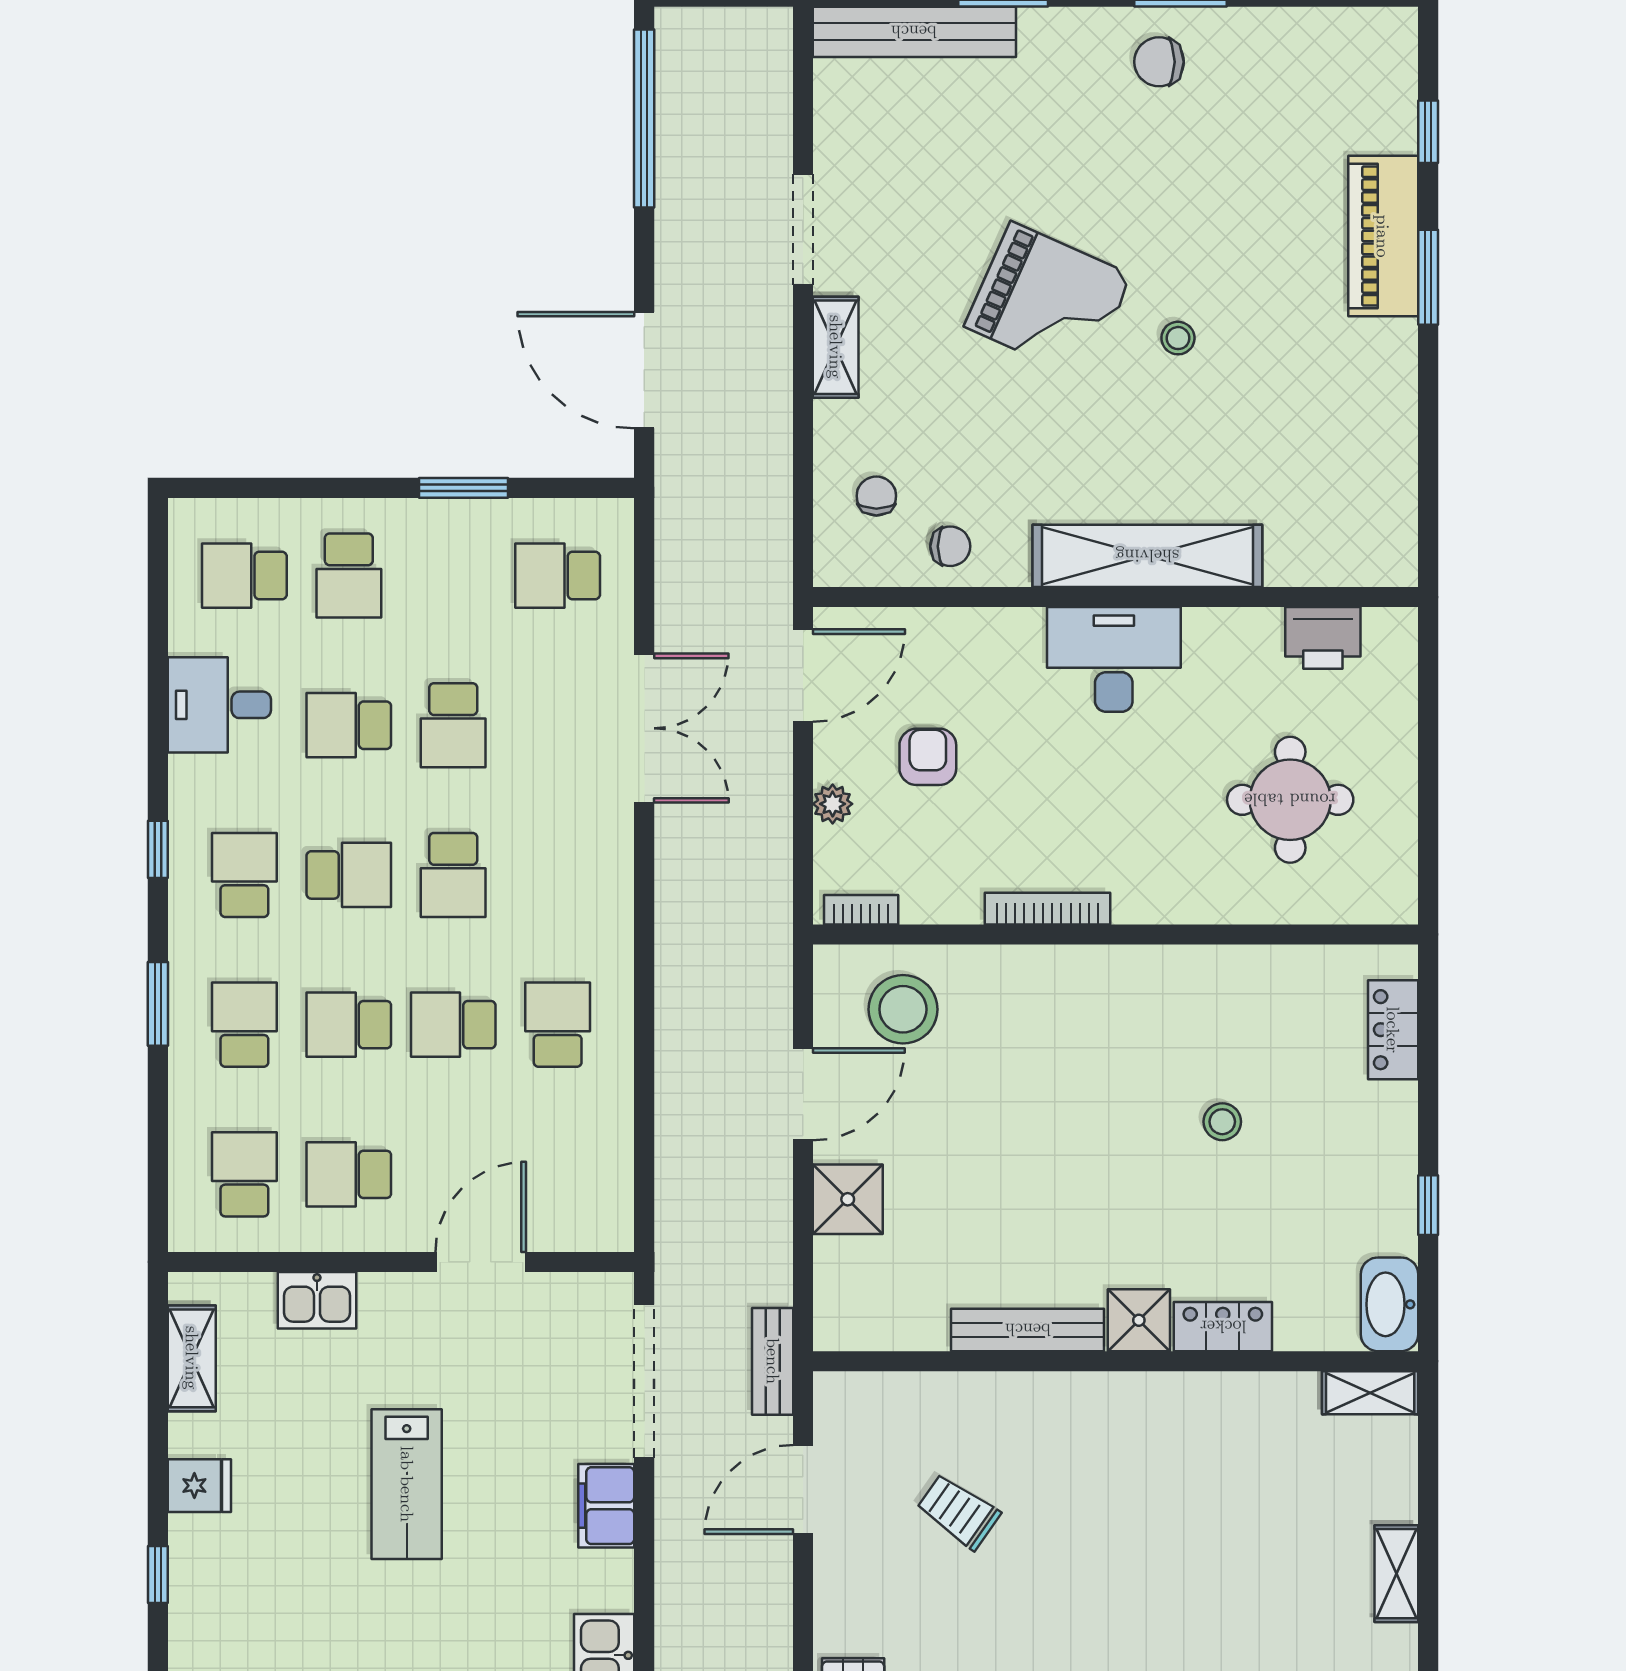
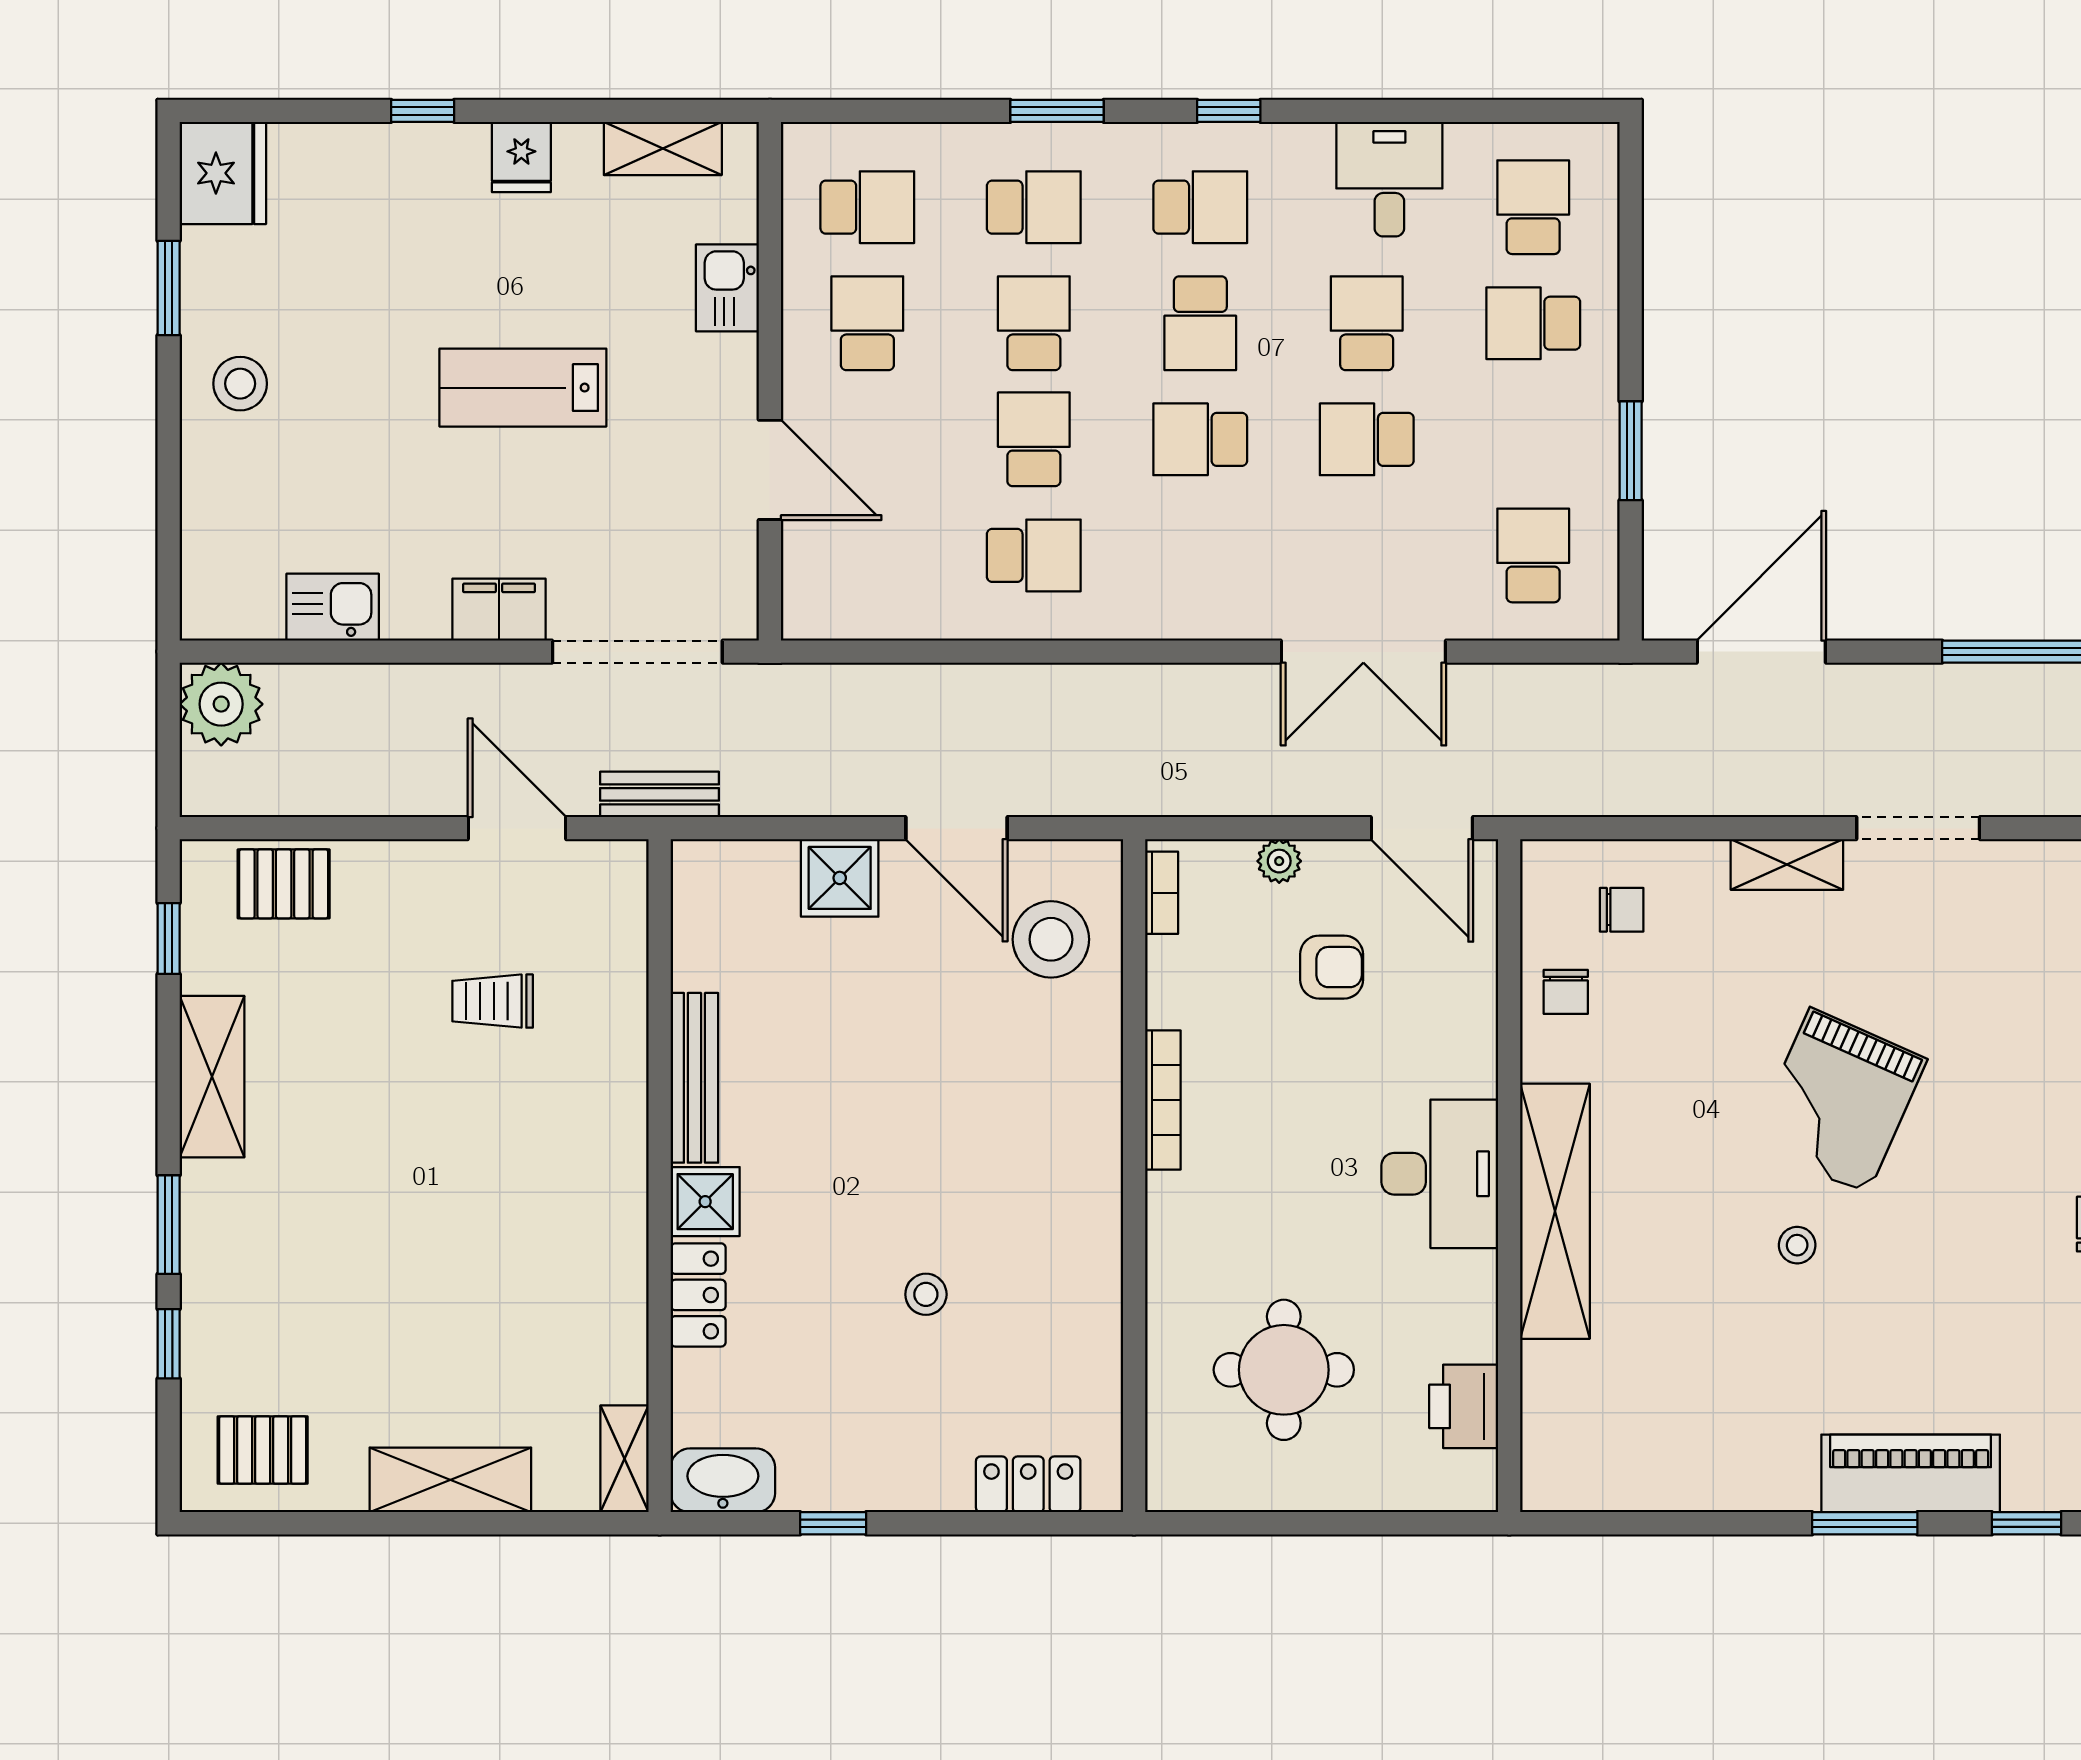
trolley: (958, 1511) -> (493, 1001), turned -125
shelving: (1396, 1574) -> (450, 1480), width x1.50, depth x1.33

